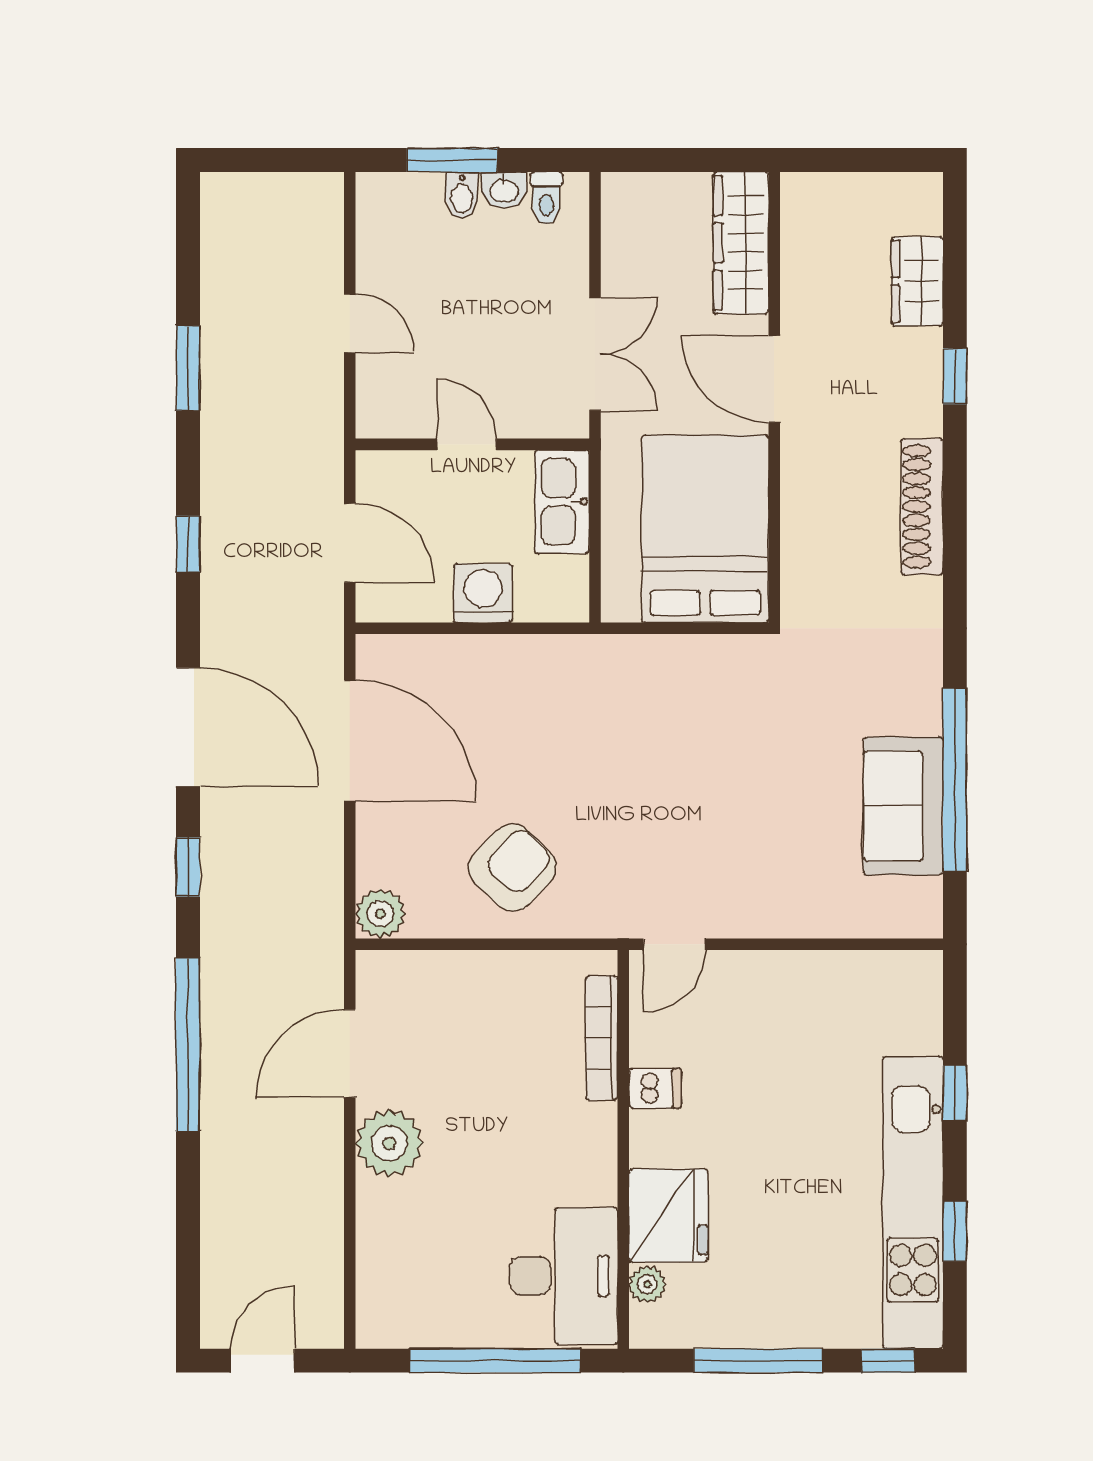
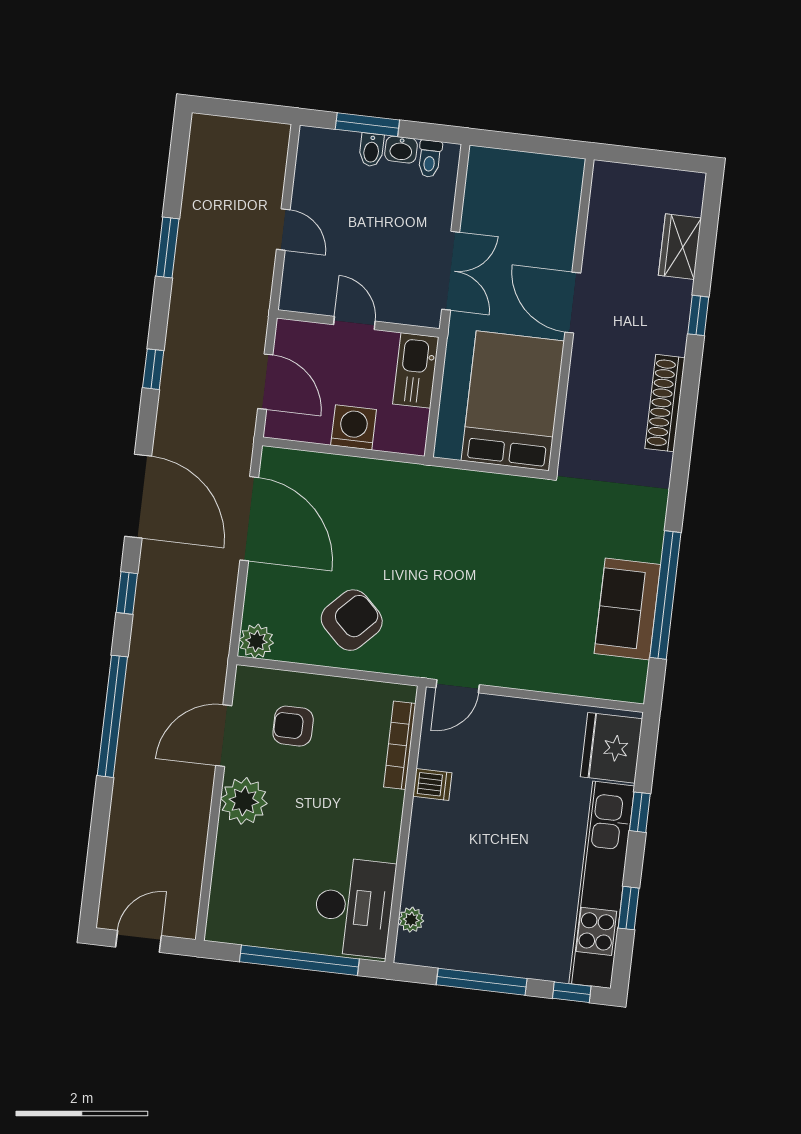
wardrobe: (741, 243) -> (561, 206), removed
armchair: (447, 1028) -> (293, 726), added
fridge: (668, 1216) -> (611, 748), moved, turned 180

